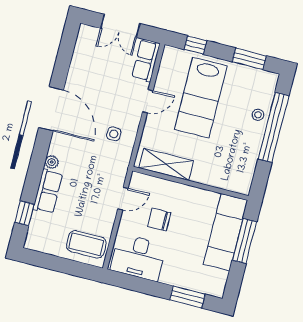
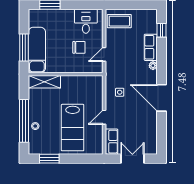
window: (195, 45) -> (84, 159), removed
lab bench: (201, 98) -> (73, 128), turned 180
shelving: (166, 164) -> (44, 82), moved
desk: (138, 257) -> (86, 21), width x0.73

